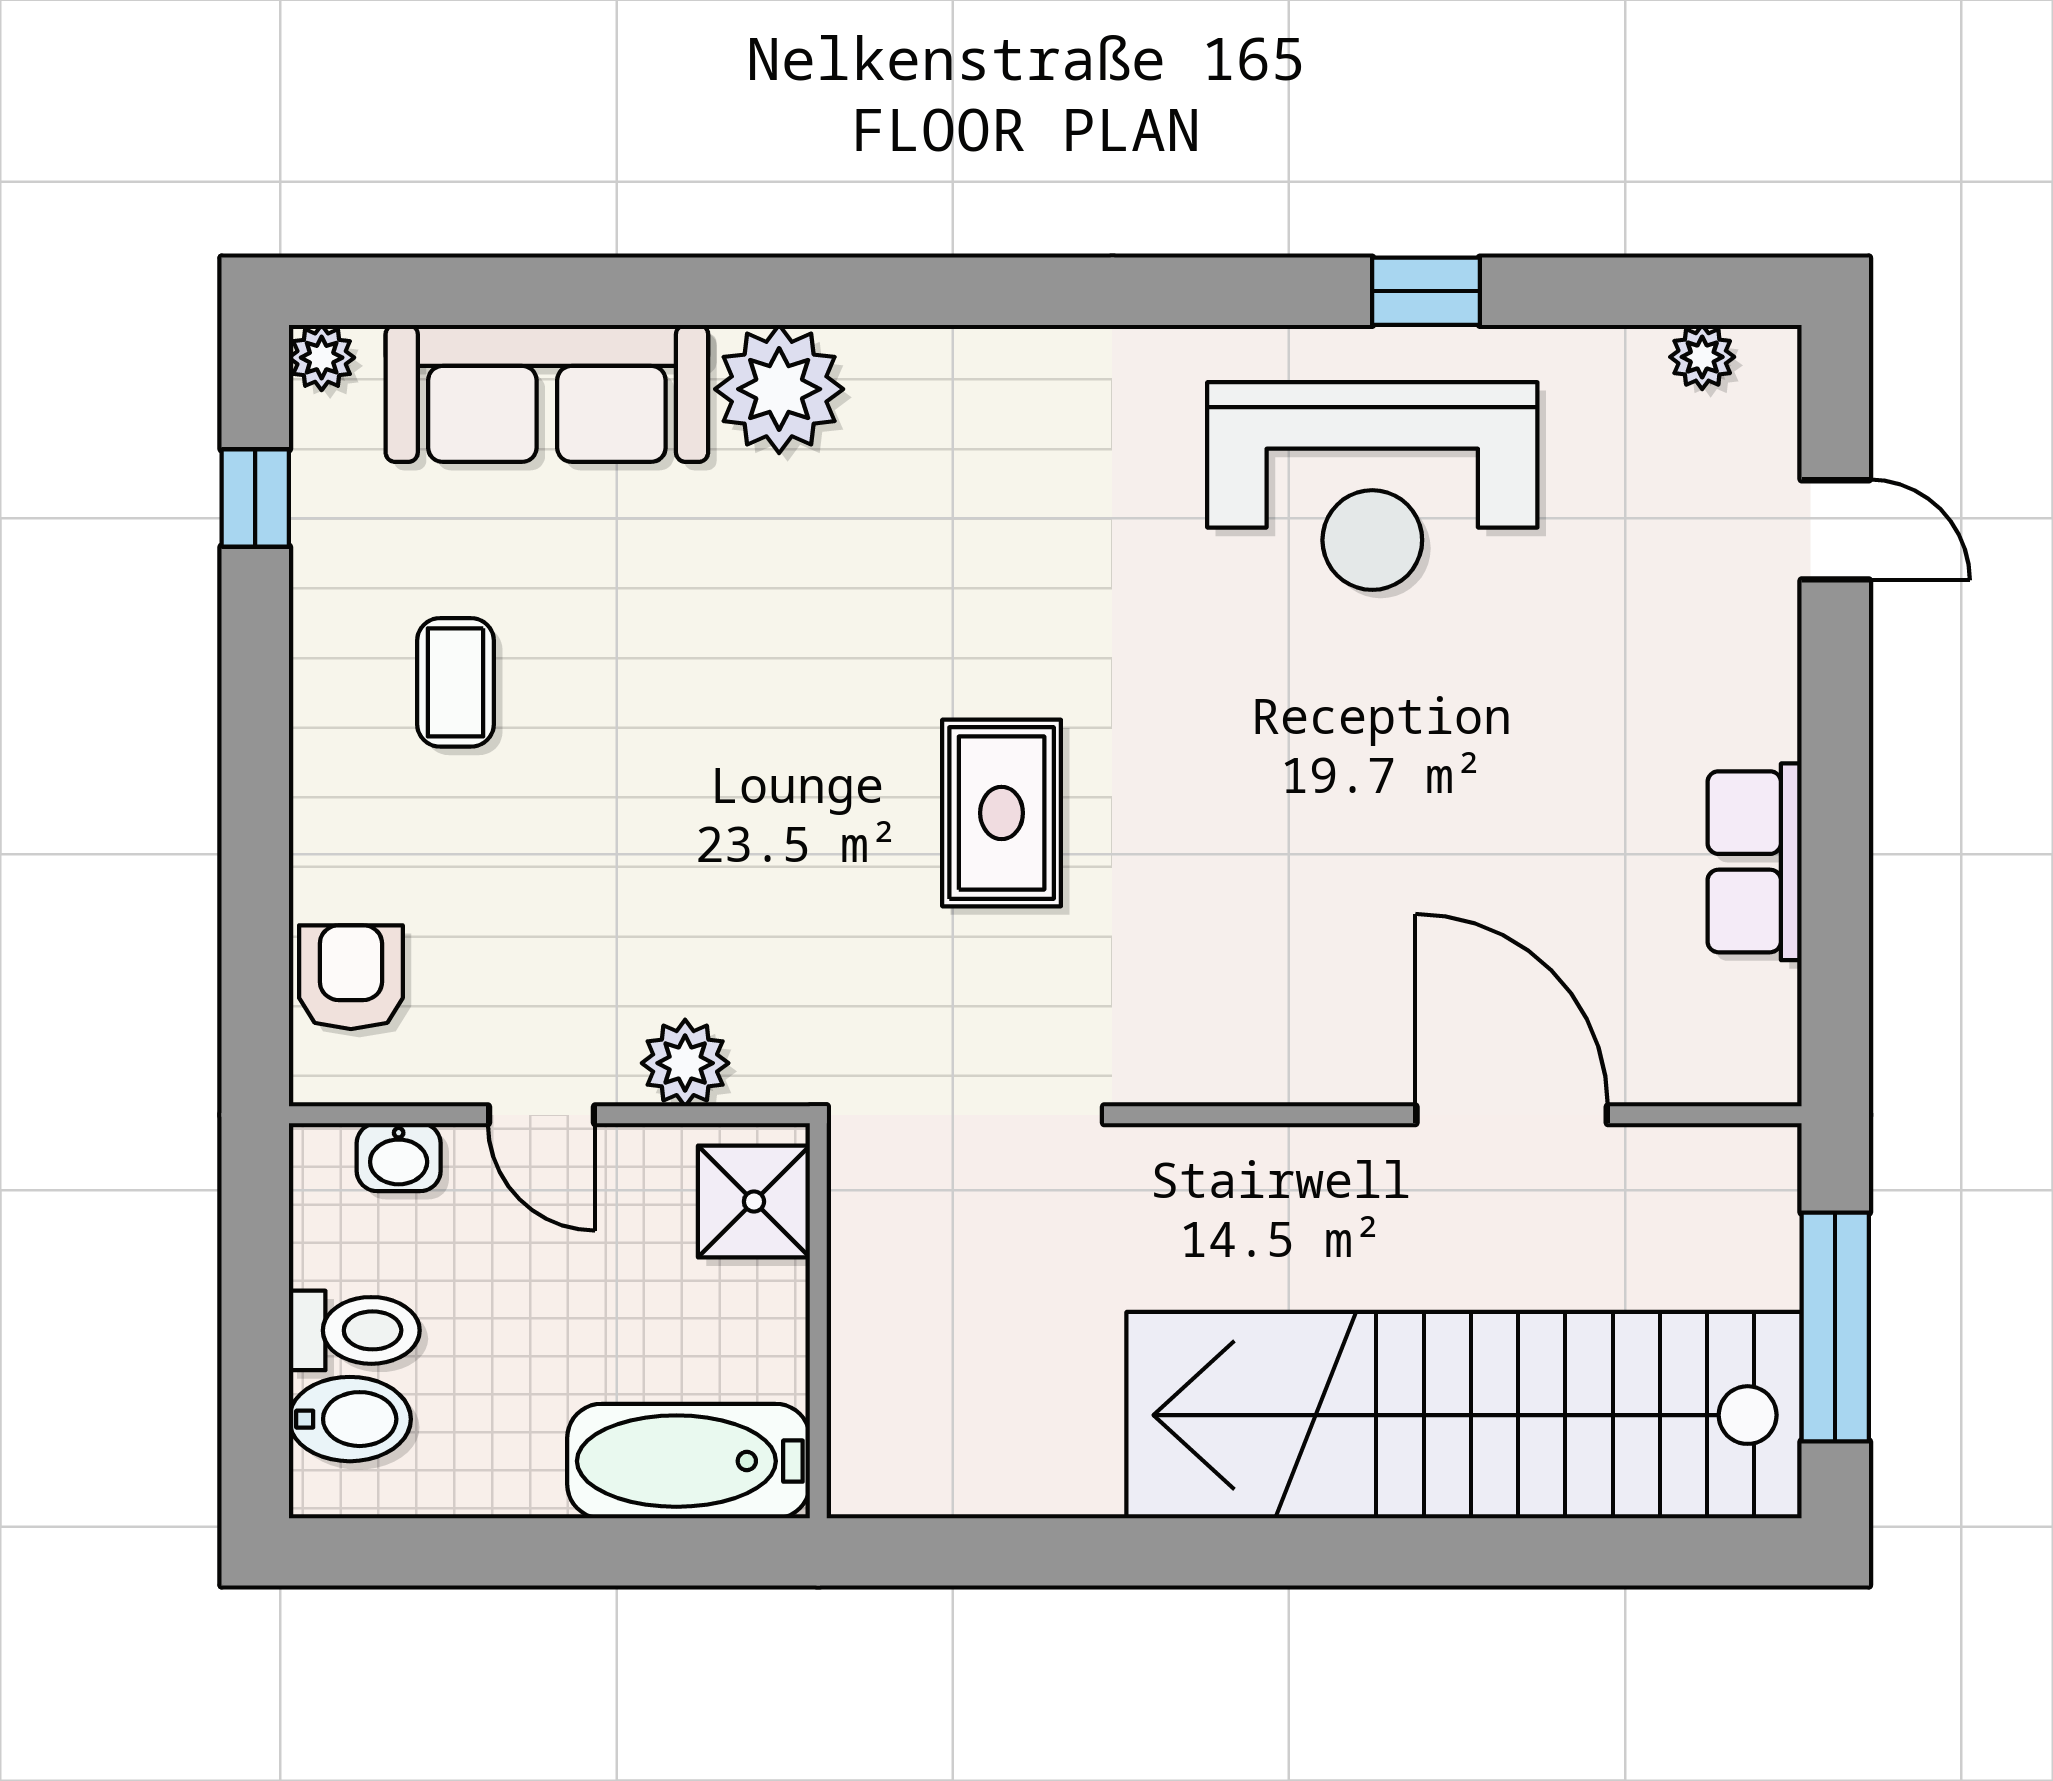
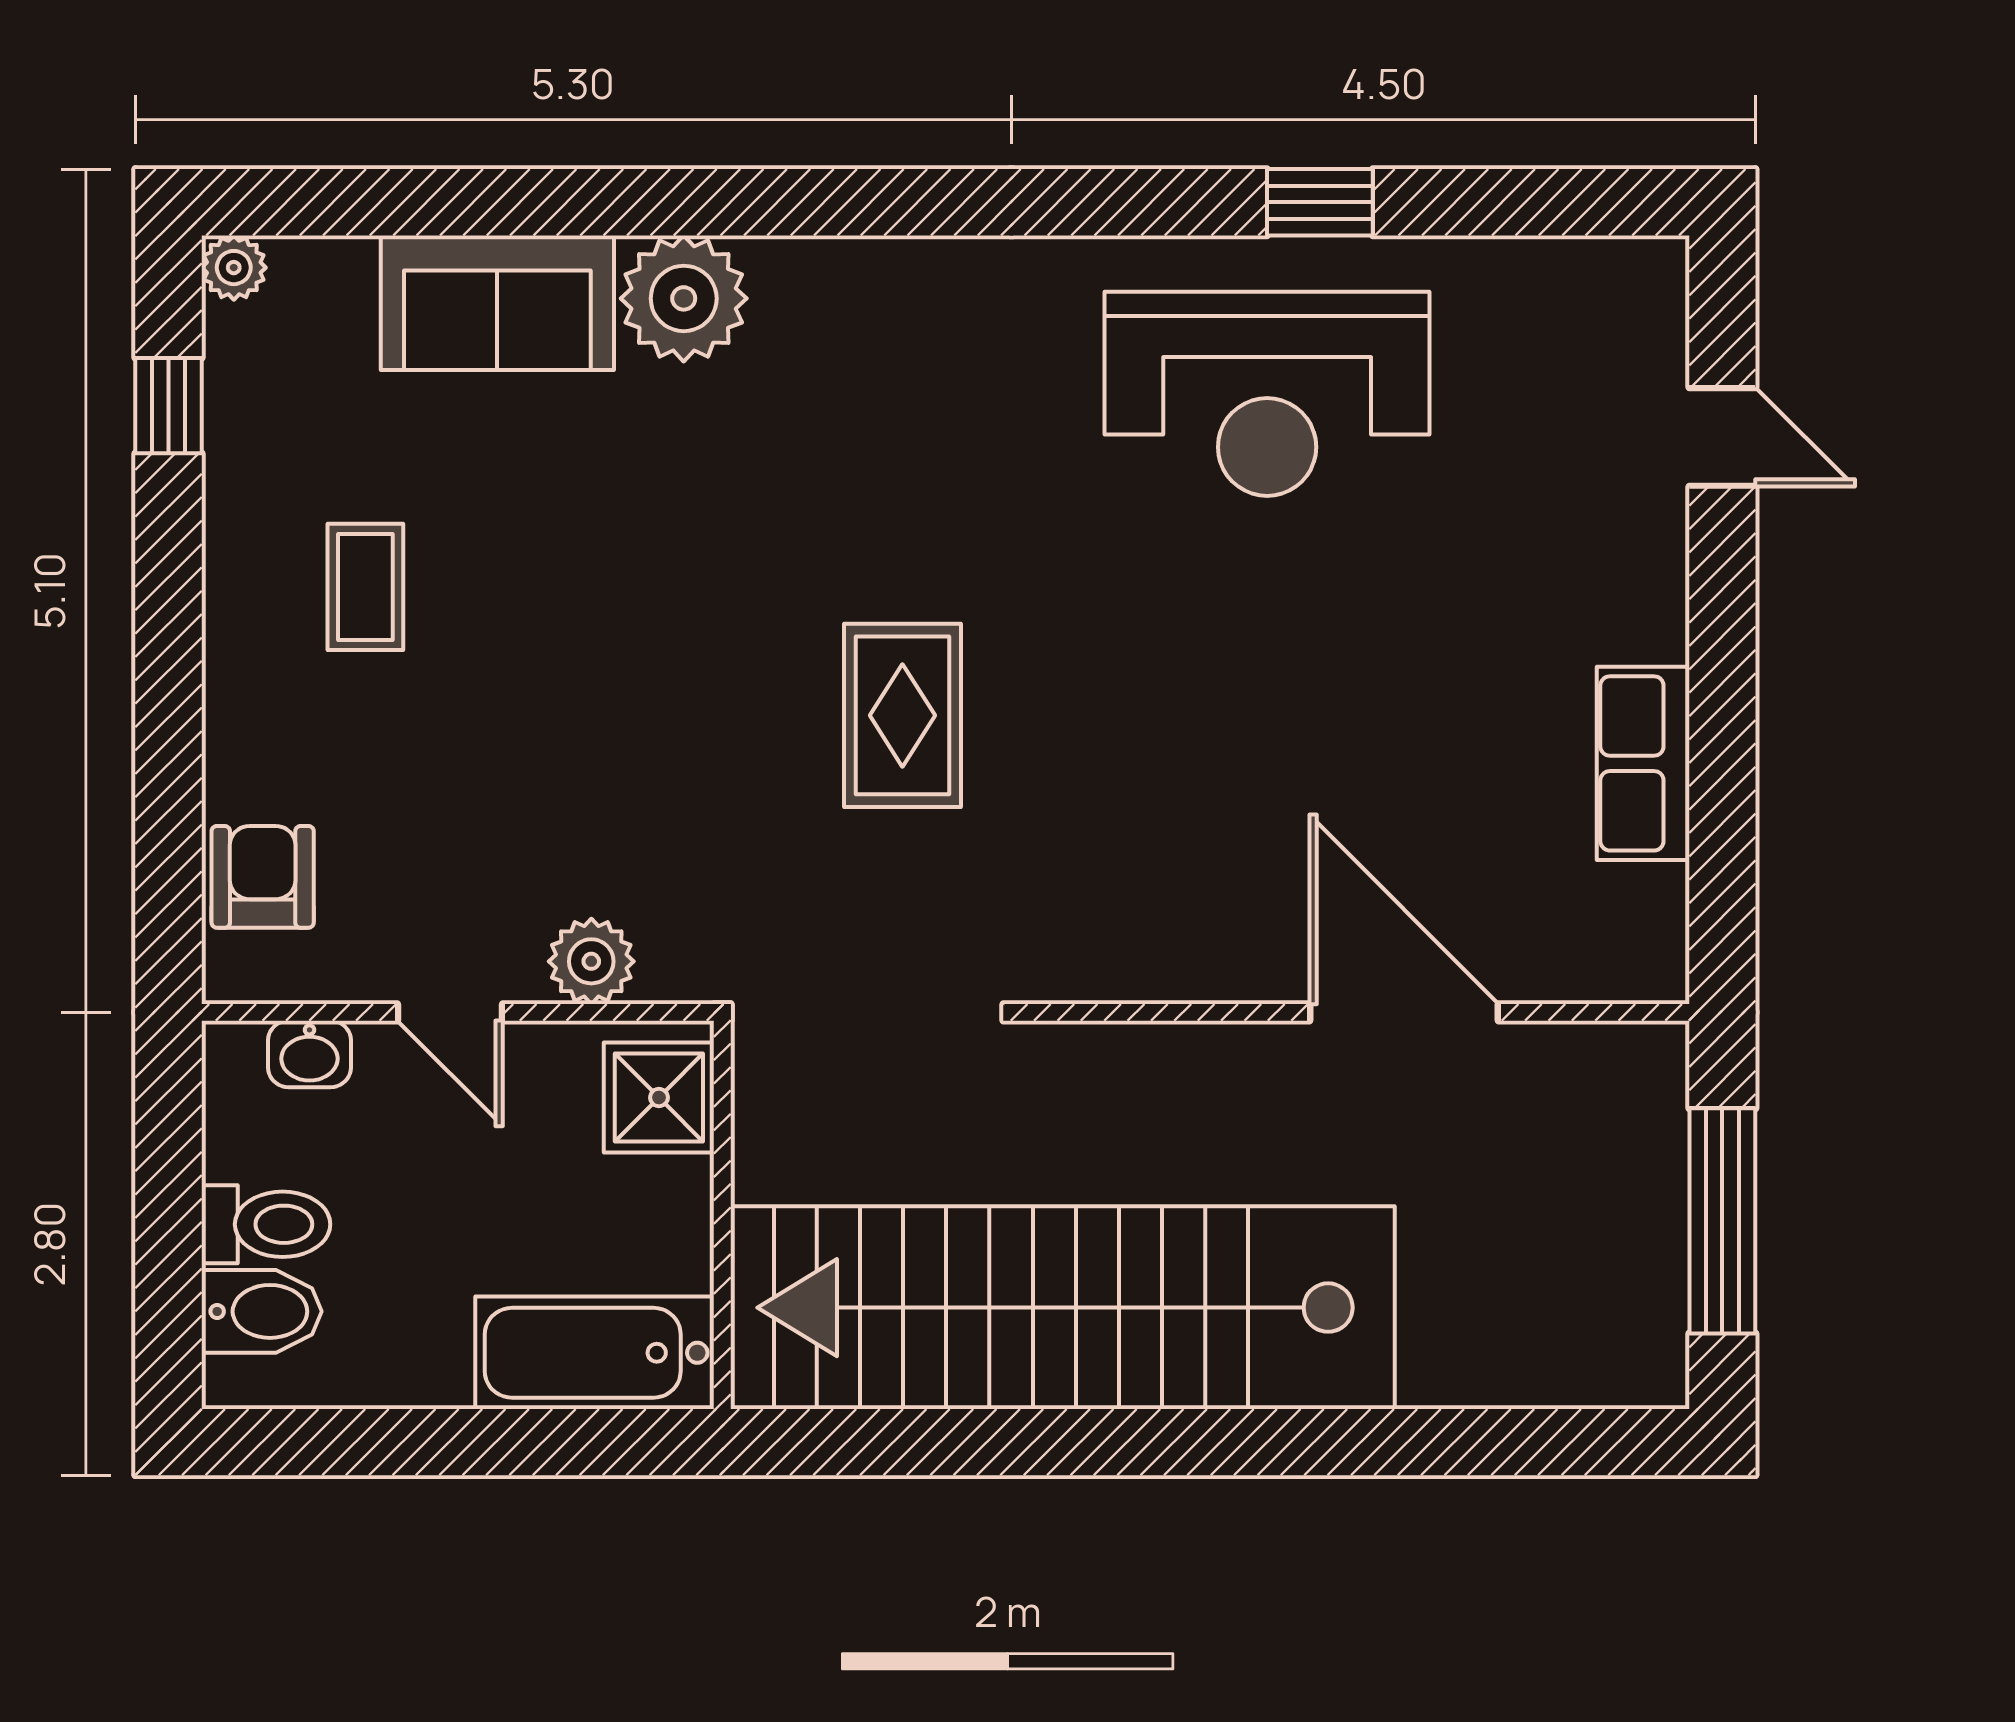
plant: (1702, 357) -> (1592, 267), removed
sofa: (547, 393) -> (497, 303), width x0.73
stairs: (1464, 1415) -> (1063, 1308), moved

